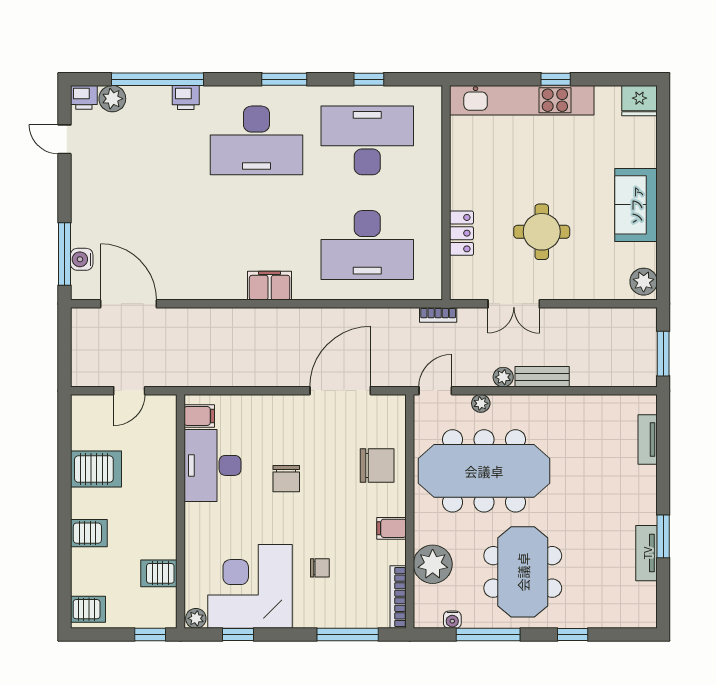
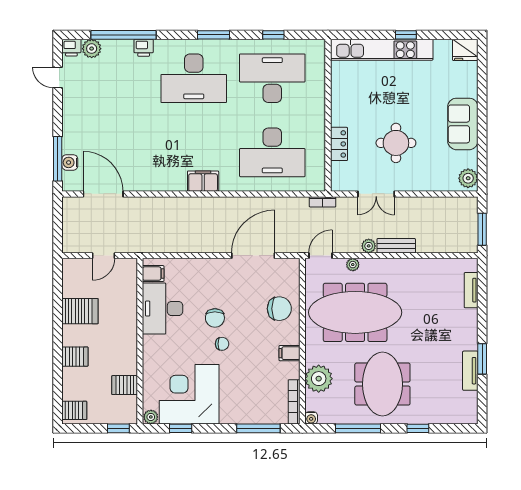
chair: (320, 568) -> (222, 344), moved
water cooler: (452, 620) -> (311, 418), moved

